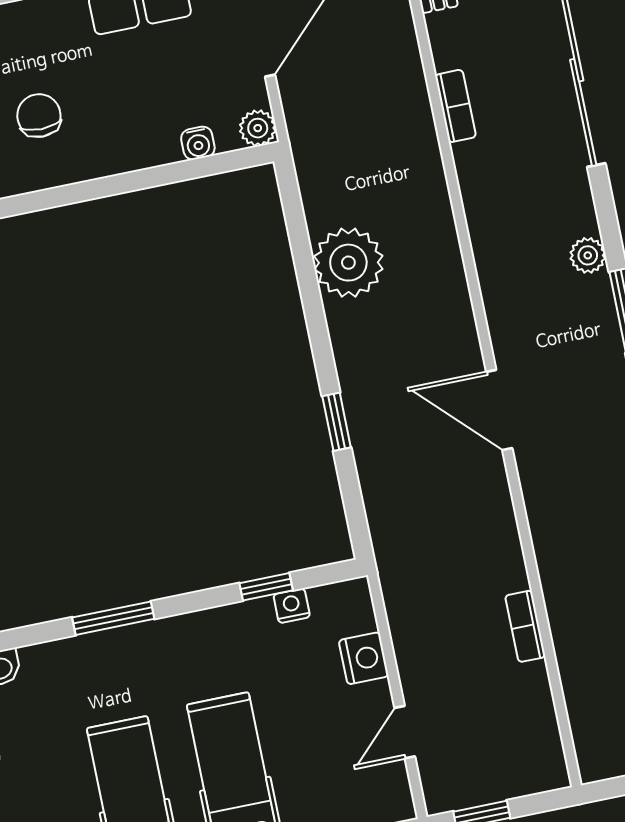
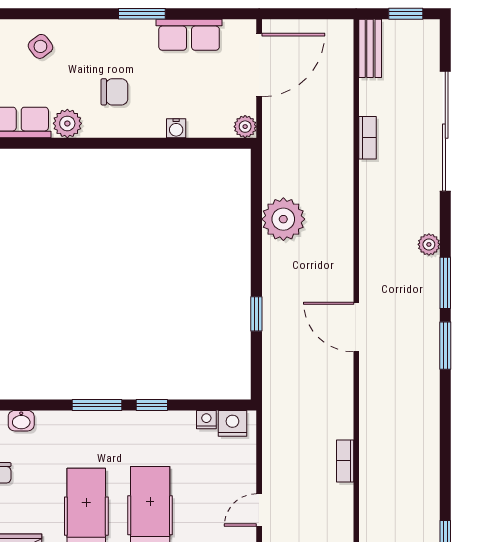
chair: (39, 116) -> (114, 92), turned 90
water cooler: (198, 143) -> (176, 128), moved
window: (266, 587) -> (152, 405), moved
nightstand: (364, 658) -> (232, 423), moved, turned -90

